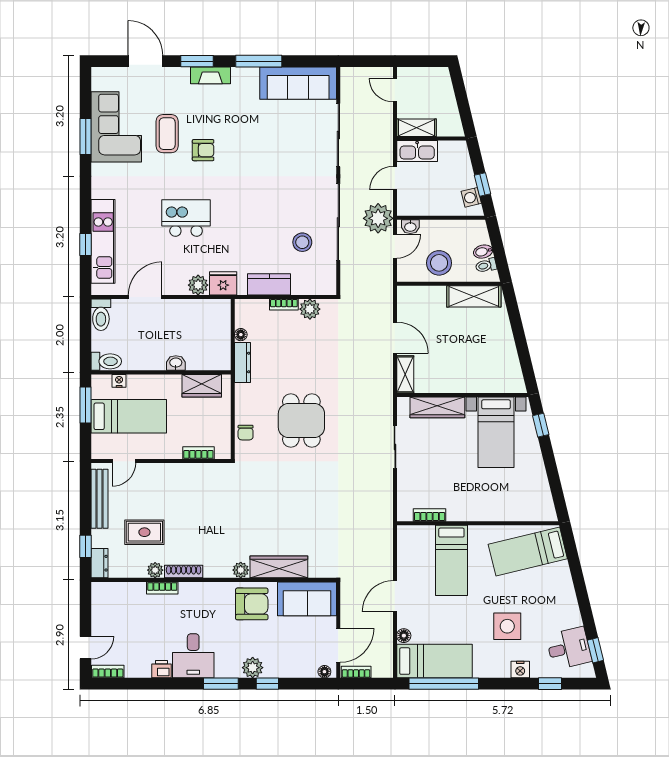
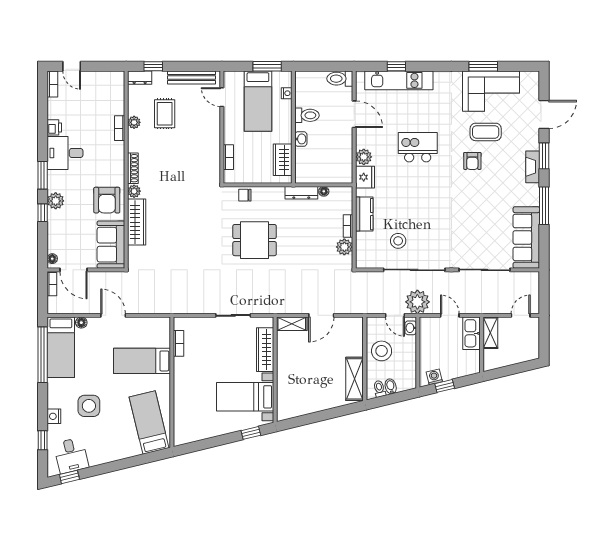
kitchen island: (186, 218) -> (418, 147), turned -90
toilet: (106, 361) -> (307, 115), moved, turned -90
shoe rack: (184, 572) -> (133, 168), moved

